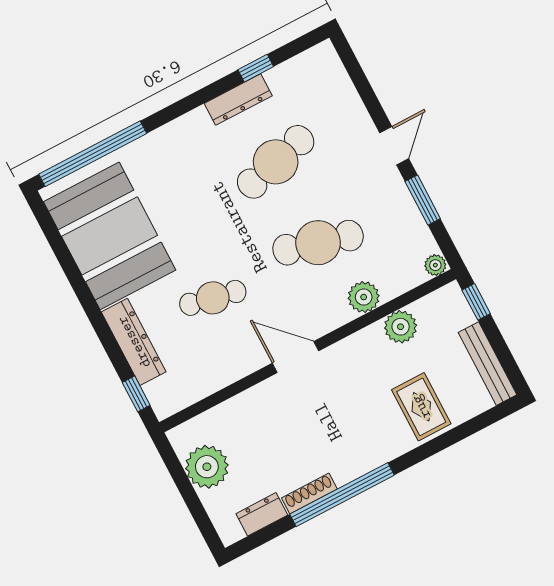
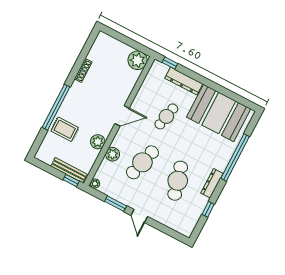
dresser: (238, 100) -> (212, 183), moved
window: (93, 154) -> (235, 157), moved
plant: (401, 327) -> (98, 142), moved
bench: (487, 364) -> (69, 170), moved
plant: (207, 467) -> (138, 60), moved
window: (342, 495) -> (56, 107), moved
dresser: (262, 514) -> (95, 51), removed

